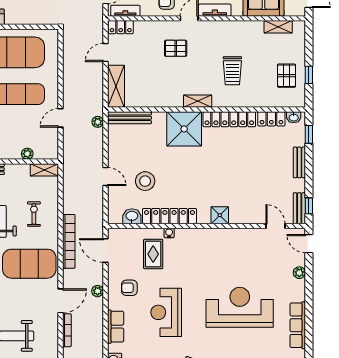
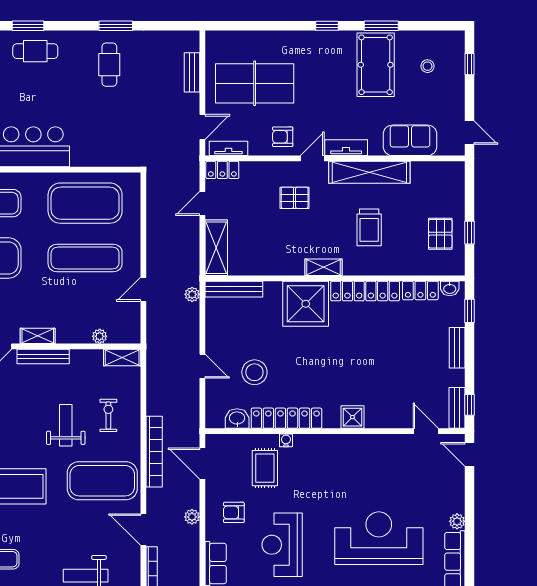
shelving: (278, 27) -> (369, 172), moved, width x2.20, depth x1.33
plant: (299, 273) -> (457, 521), moved
door: (61, 301) -> (143, 530), swing flipped

